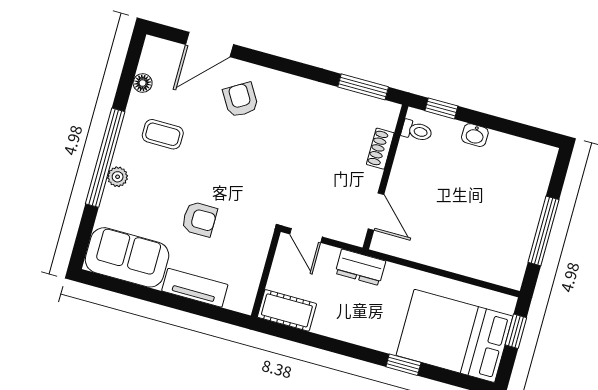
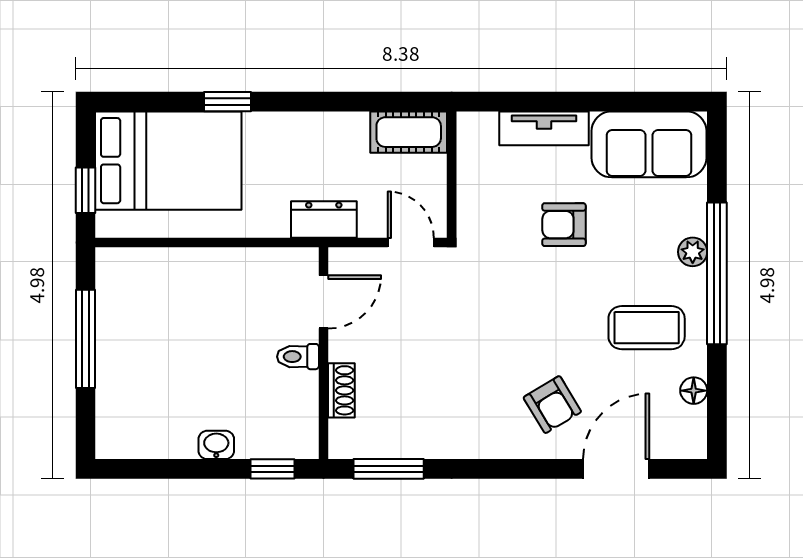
toilet: (417, 131) -> (298, 357), moved
coffee table: (163, 134) -> (647, 328), width x1.36, depth x1.30
door: (376, 212) -> (323, 302), swing flipped

